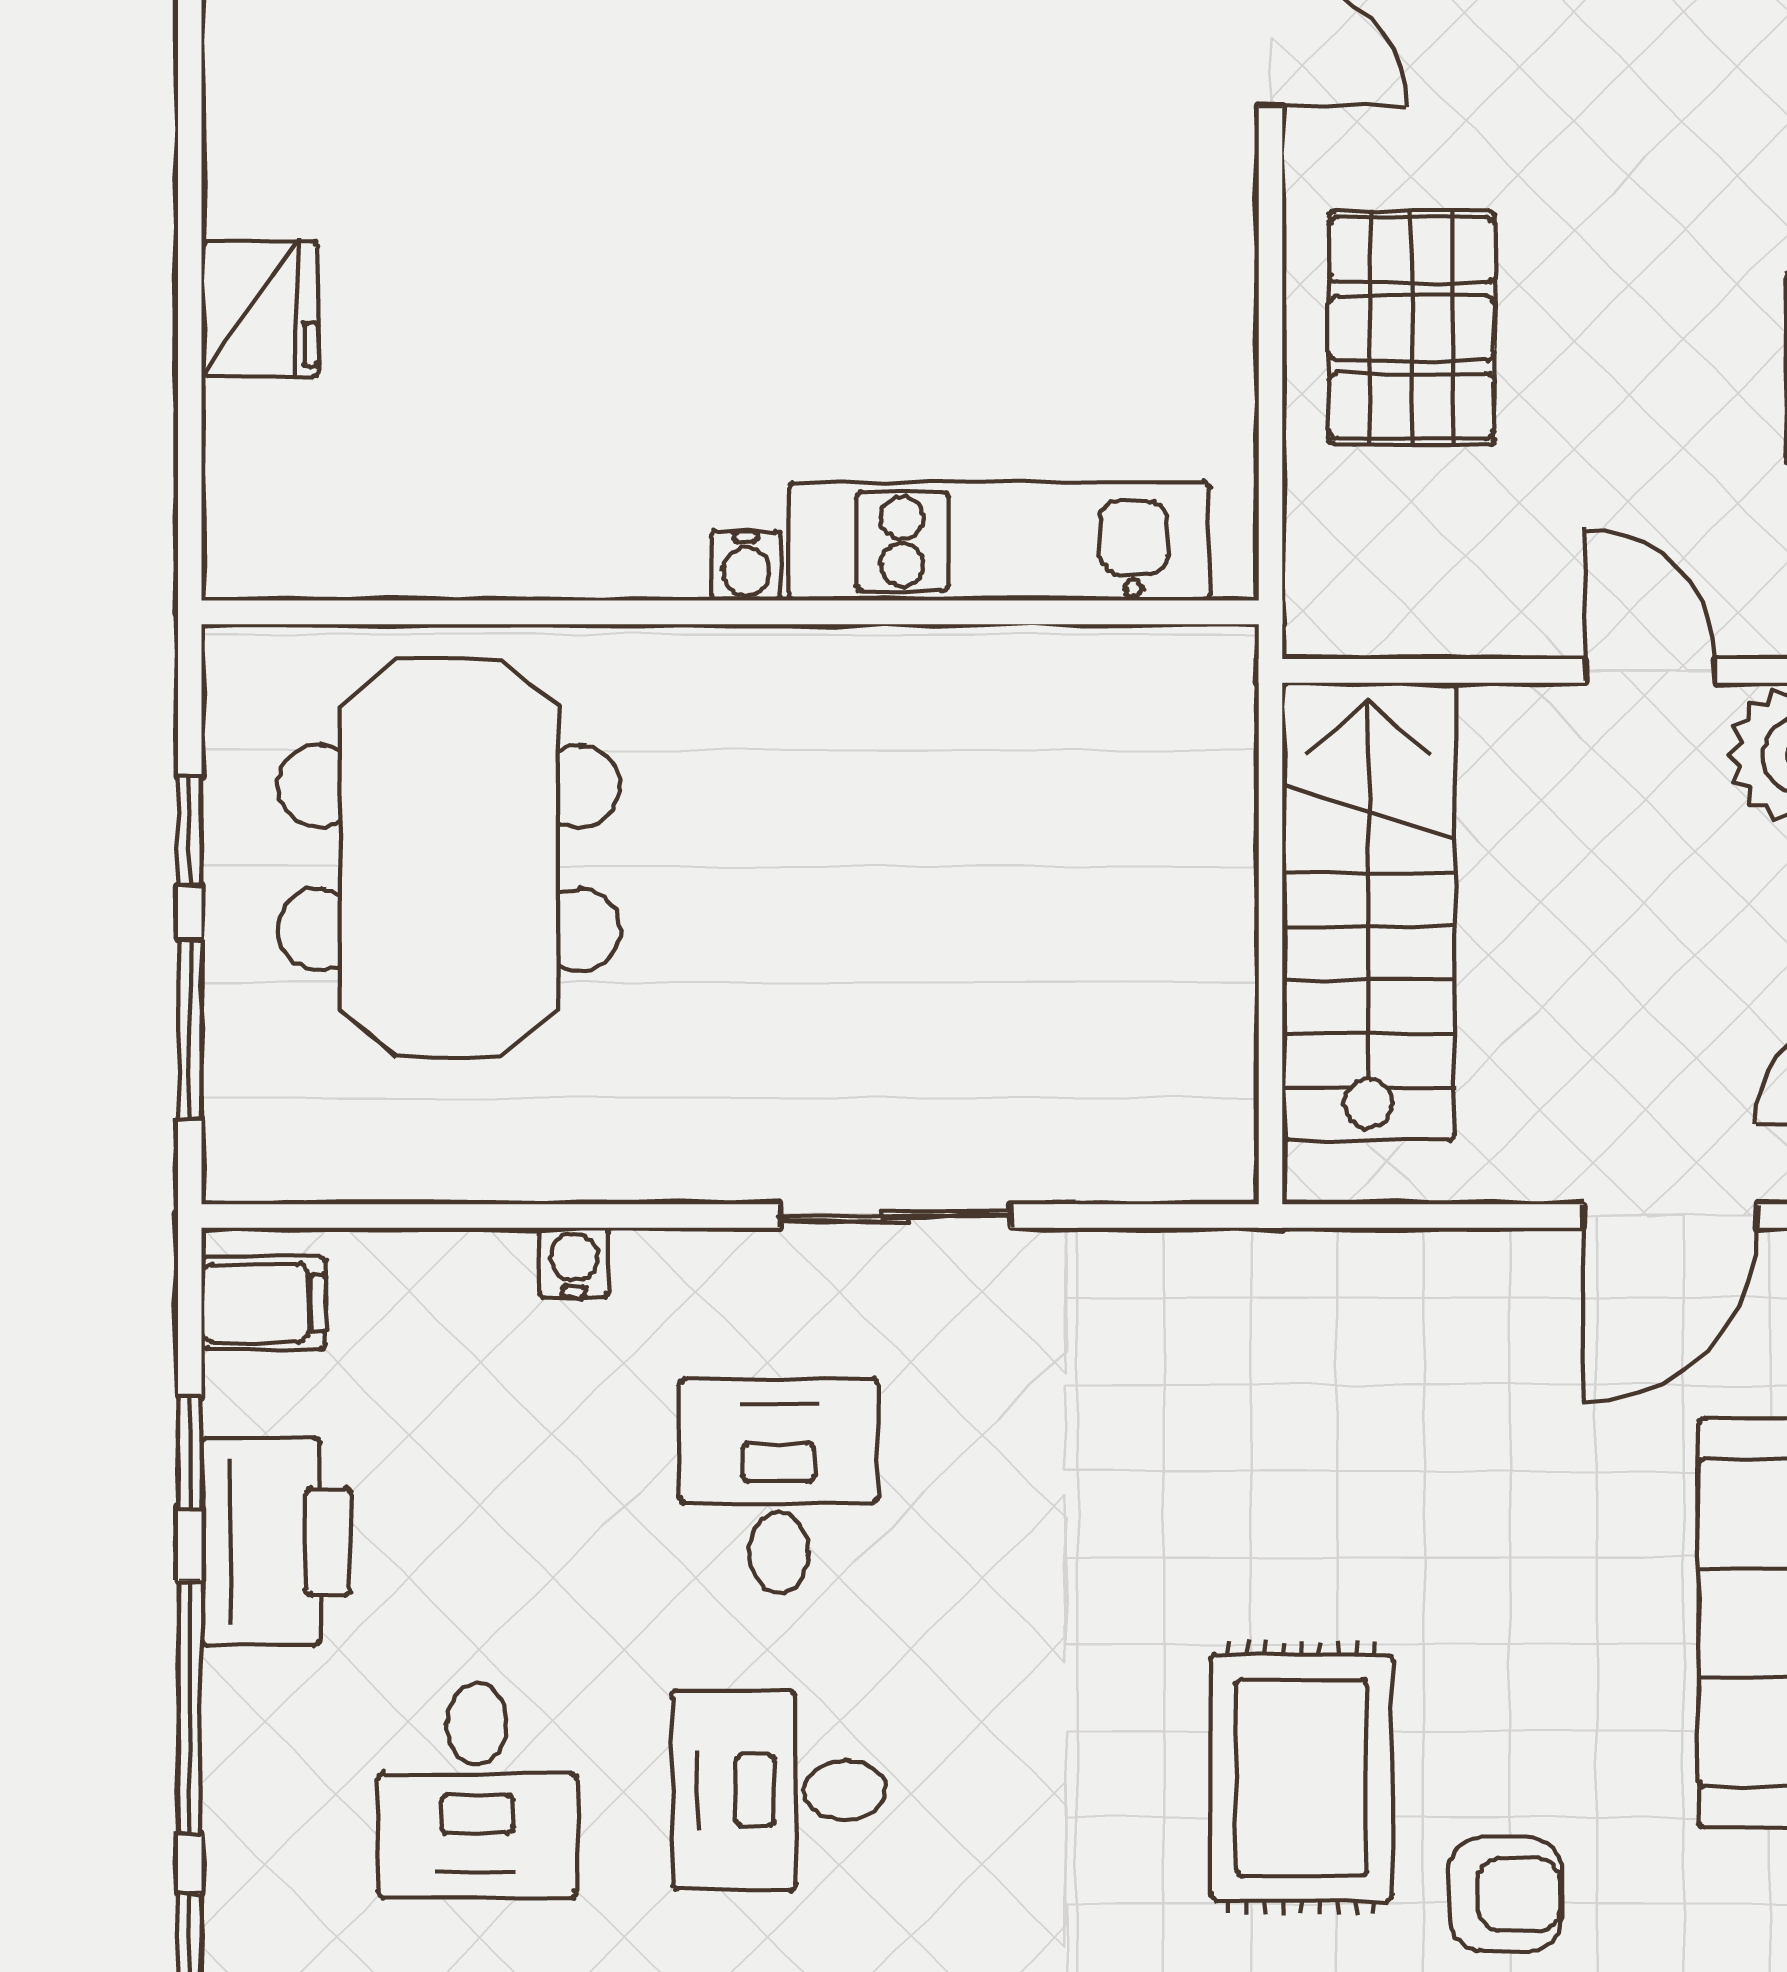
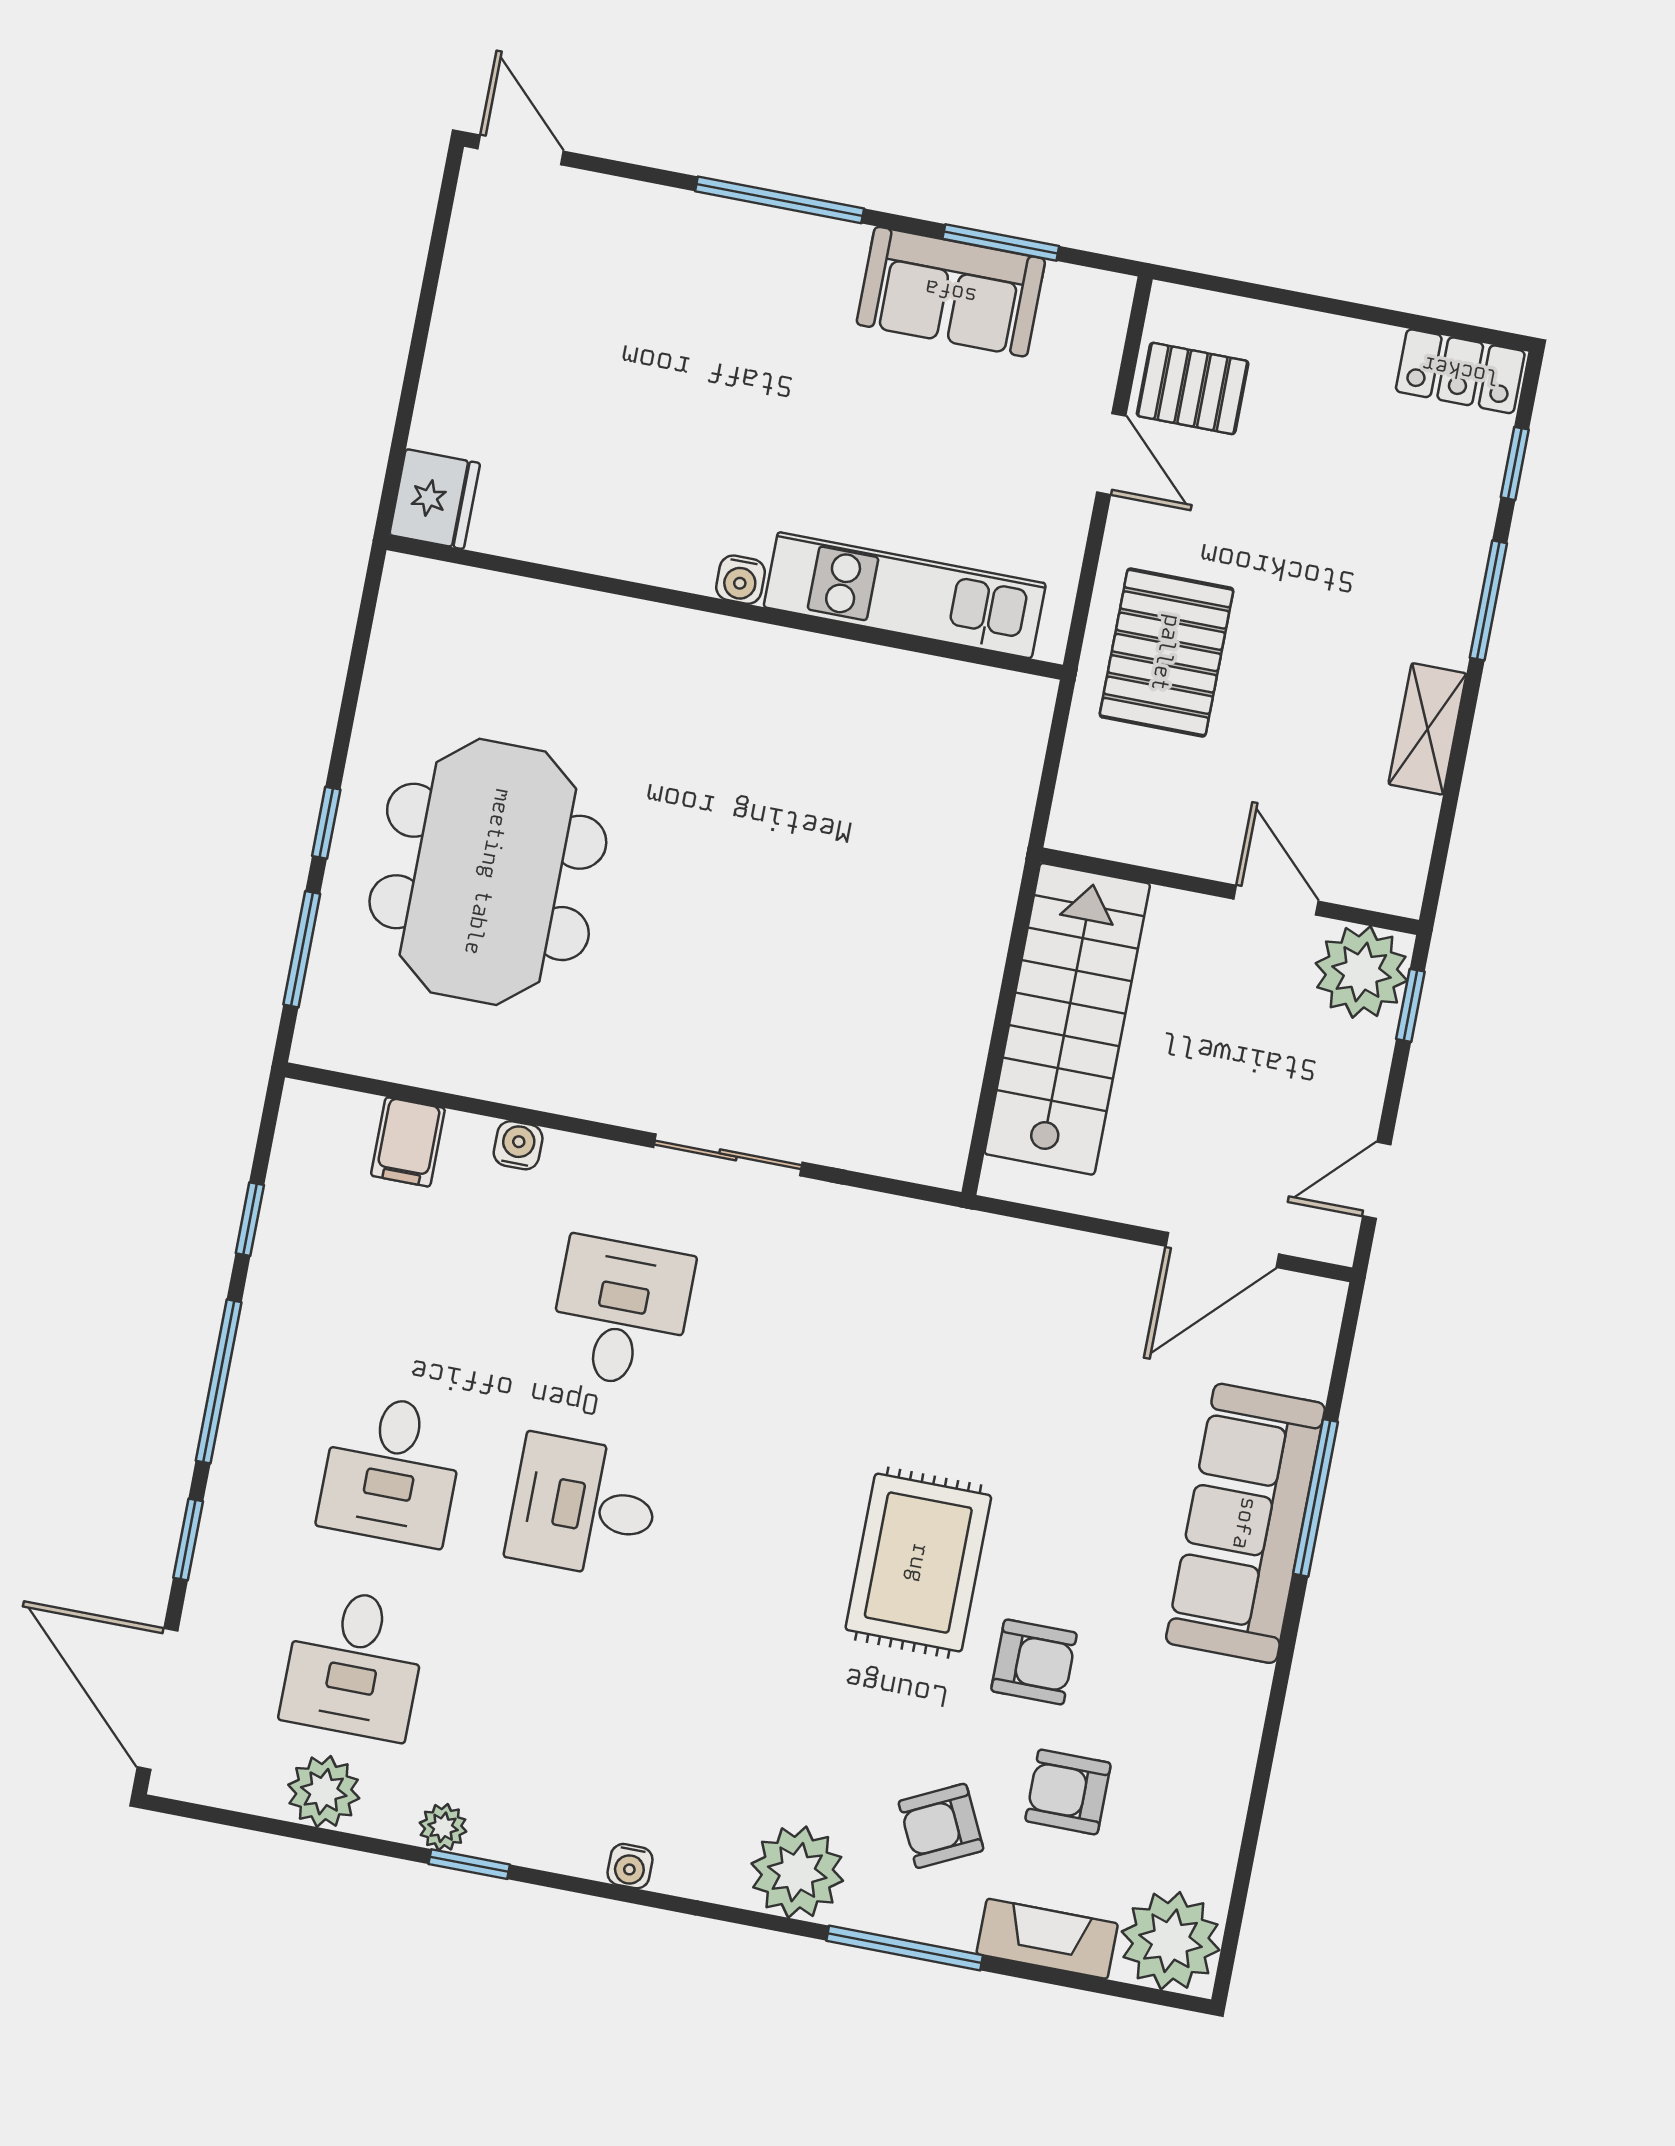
kitchen unit: (999, 541) -> (905, 595), moved
water cooler: (746, 566) -> (741, 580), moved
wall: (730, 612) -> (725, 607), moved
filing cabinet: (263, 1303) -> (408, 1142), moved, turned 90
printer: (276, 1542) -> (294, 1287), removed

